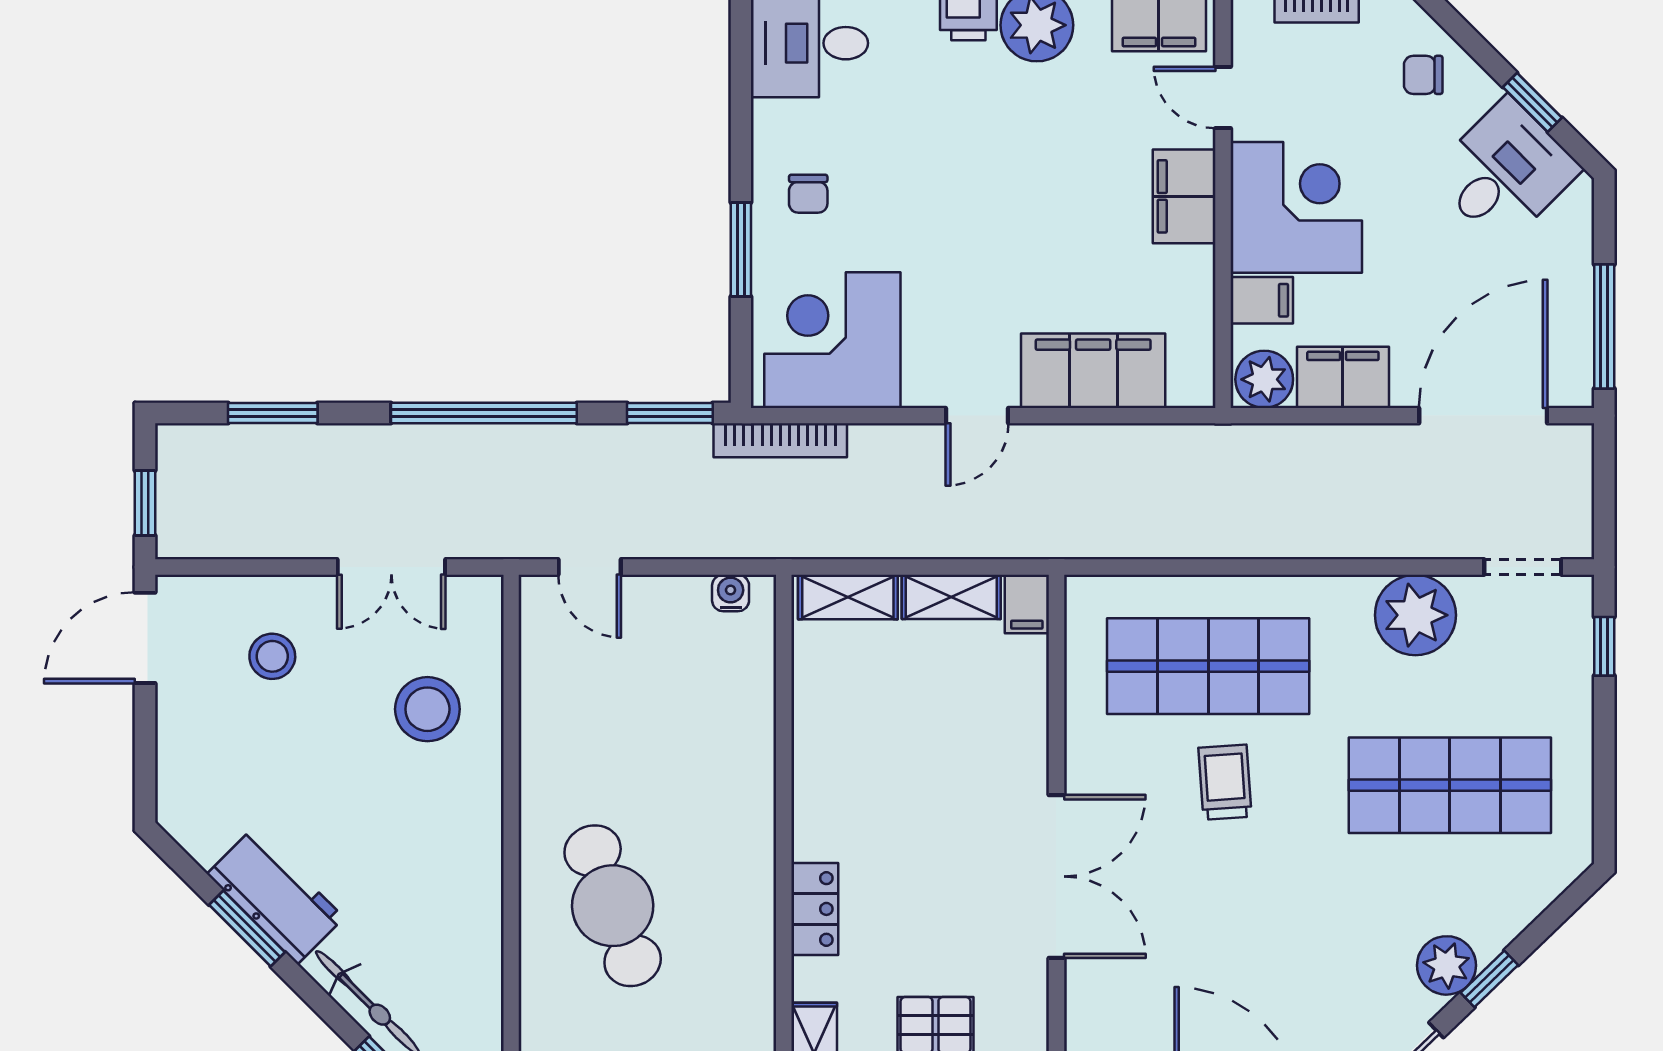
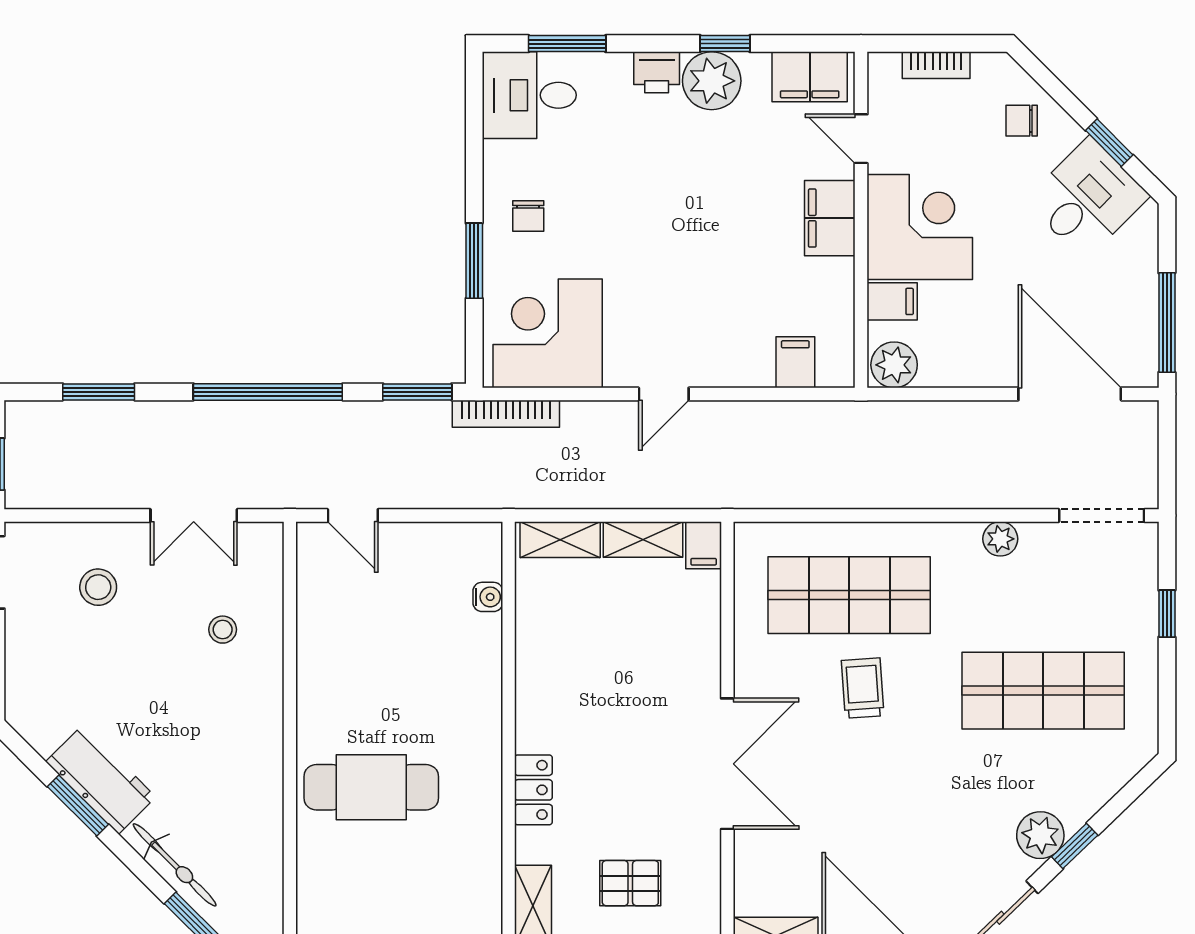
filing cabinet: (1093, 371) -> (795, 362), width x0.33, depth x0.86
filing cabinet: (1343, 377) -> (957, 363), removed
door: (1483, 416) -> (1070, 394), hinge flipped
doorway: (1523, 567) -> (1102, 516), width x1.38
water cooler: (731, 593) -> (488, 597), moved, turned 90
plant: (1415, 615) -> (1000, 539), width x0.53, depth x0.53
window: (1604, 646) -> (1167, 614), moved
stool: (427, 709) -> (223, 630), width x0.53, depth x0.53
cafe table: (613, 906) -> (371, 787), turned -70

